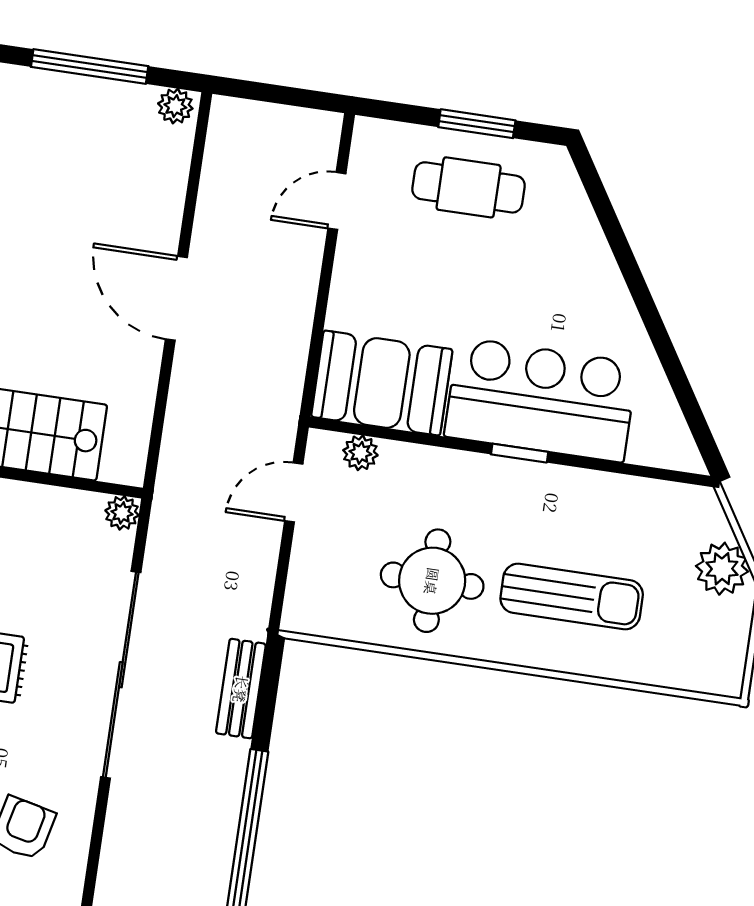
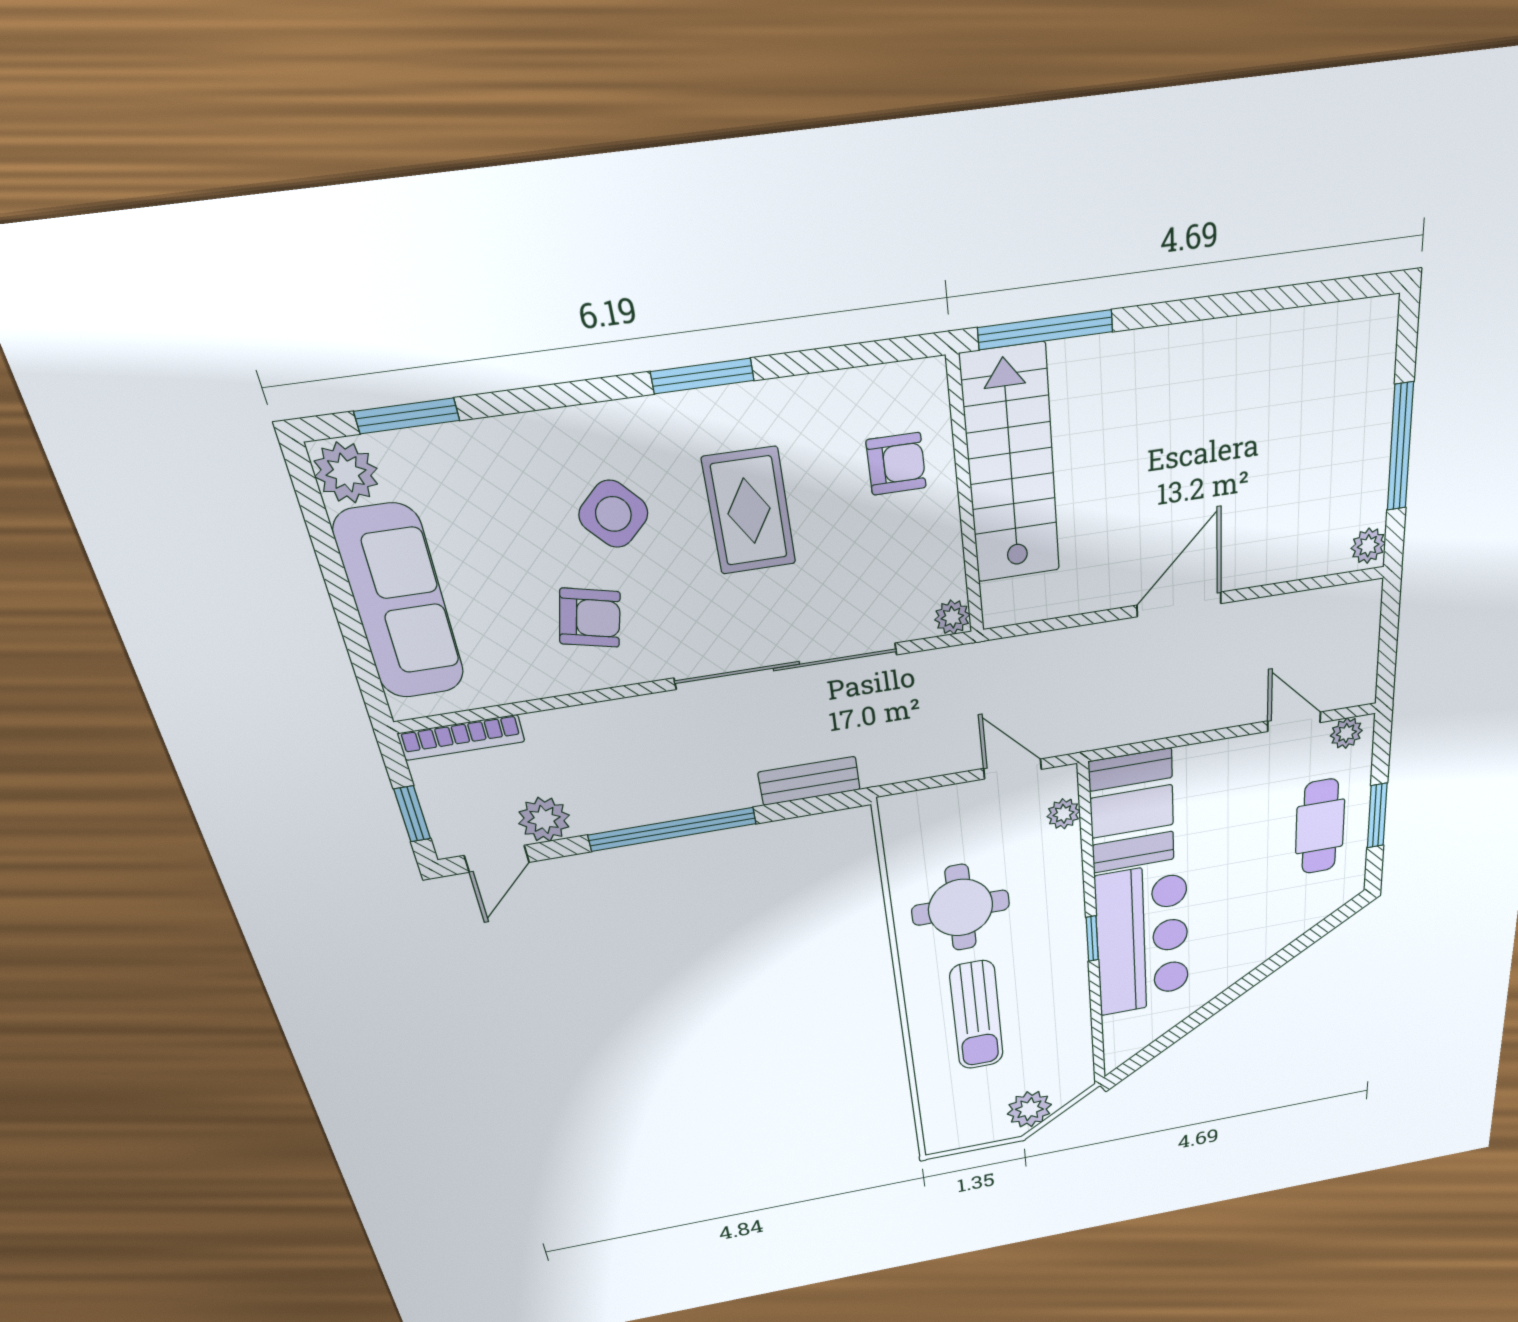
plant: (368, 148) -> (1346, 733), added

